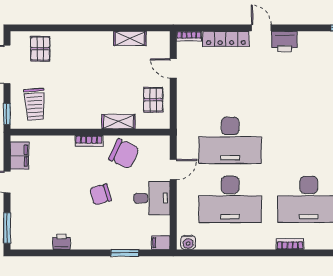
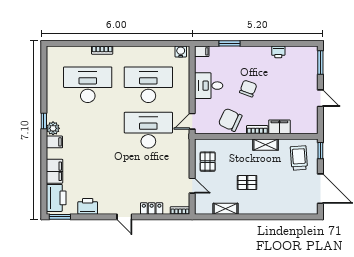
locker: (226, 39) -> (152, 208), width x0.66
printer: (284, 42) -> (88, 206), moved
pallet: (40, 49) -> (247, 183), moved, turned 90
shelving: (118, 122) -> (266, 145), moved
filing cabinet: (19, 156) -> (279, 127), moved, turned 90
door: (173, 169) -> (192, 121), moved
chair: (101, 194) -> (248, 88), turned -54

